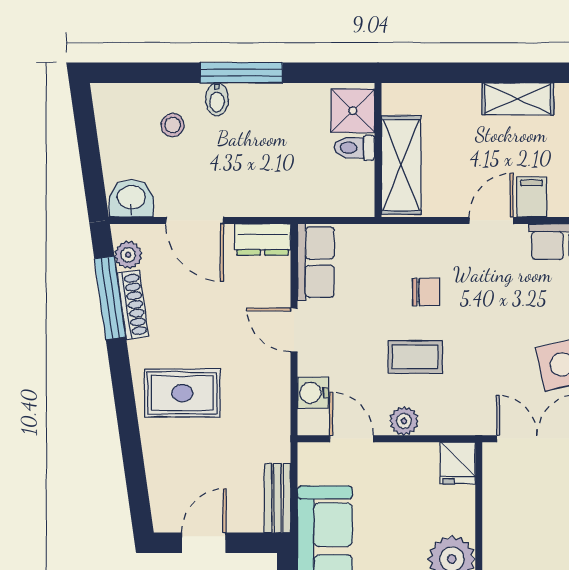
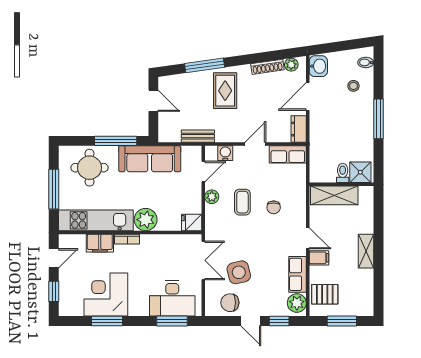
bidet: (217, 99) -> (366, 62), moved
window: (110, 298) -> (205, 65), moved
bench: (277, 498) -> (198, 136), moved

